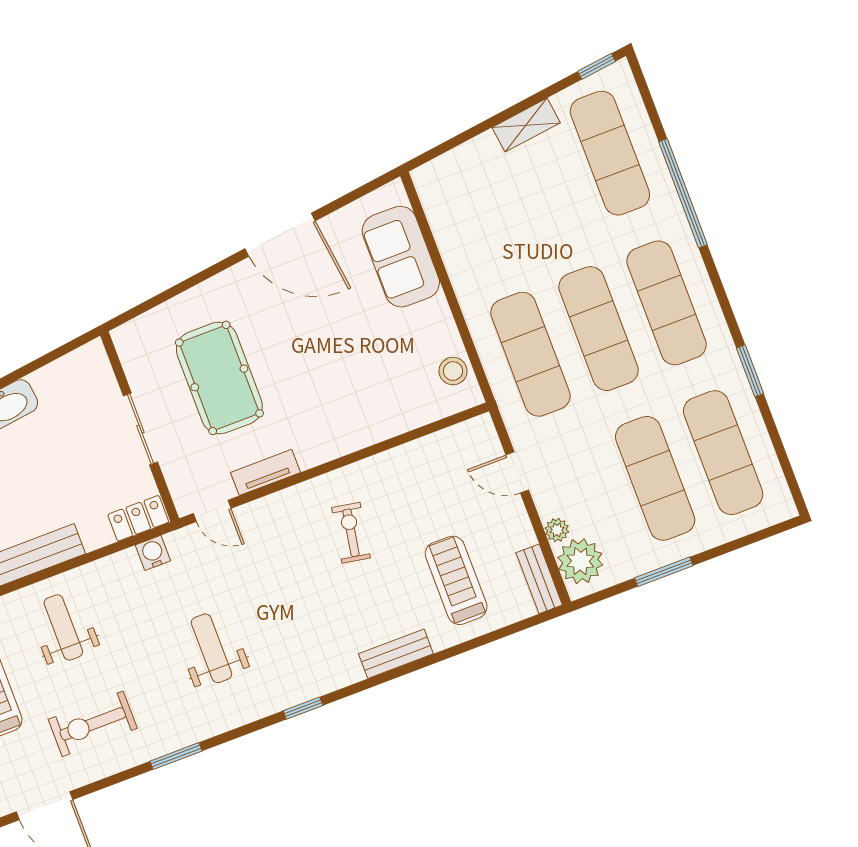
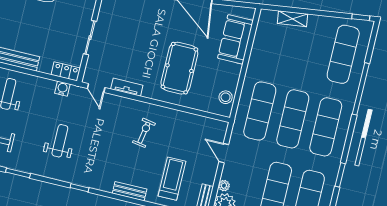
shelving: (526, 125) -> (293, 19), moved
pool table: (219, 378) -> (179, 68), moved

